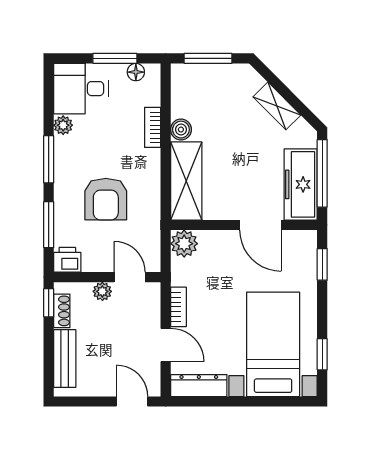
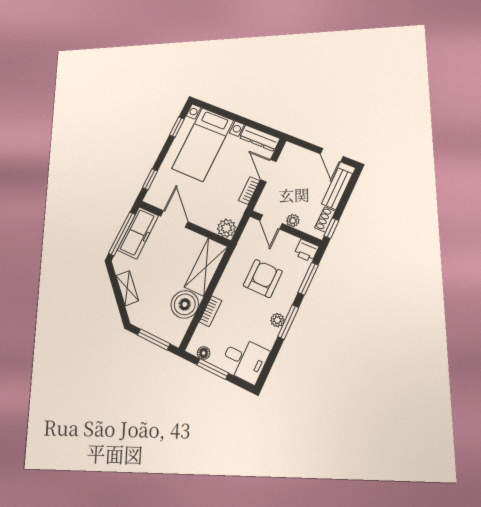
plant: (63, 125) -> (277, 320), moved
boiler: (181, 130) -> (185, 304), width x1.86, depth x1.86
door: (132, 402) -> (332, 155), moved

